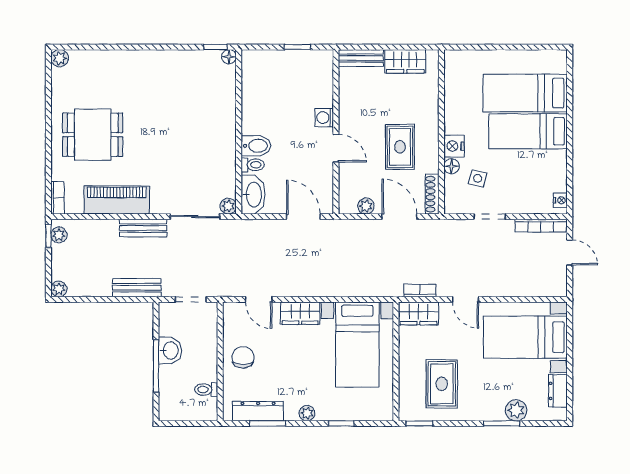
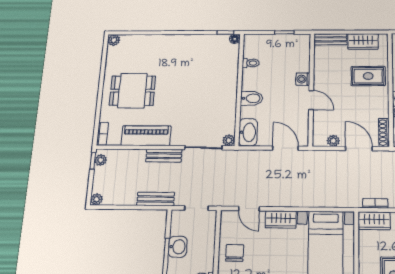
rug: (400, 147) -> (368, 76), moved, turned 90
toilet: (253, 165) -> (251, 63), moved

